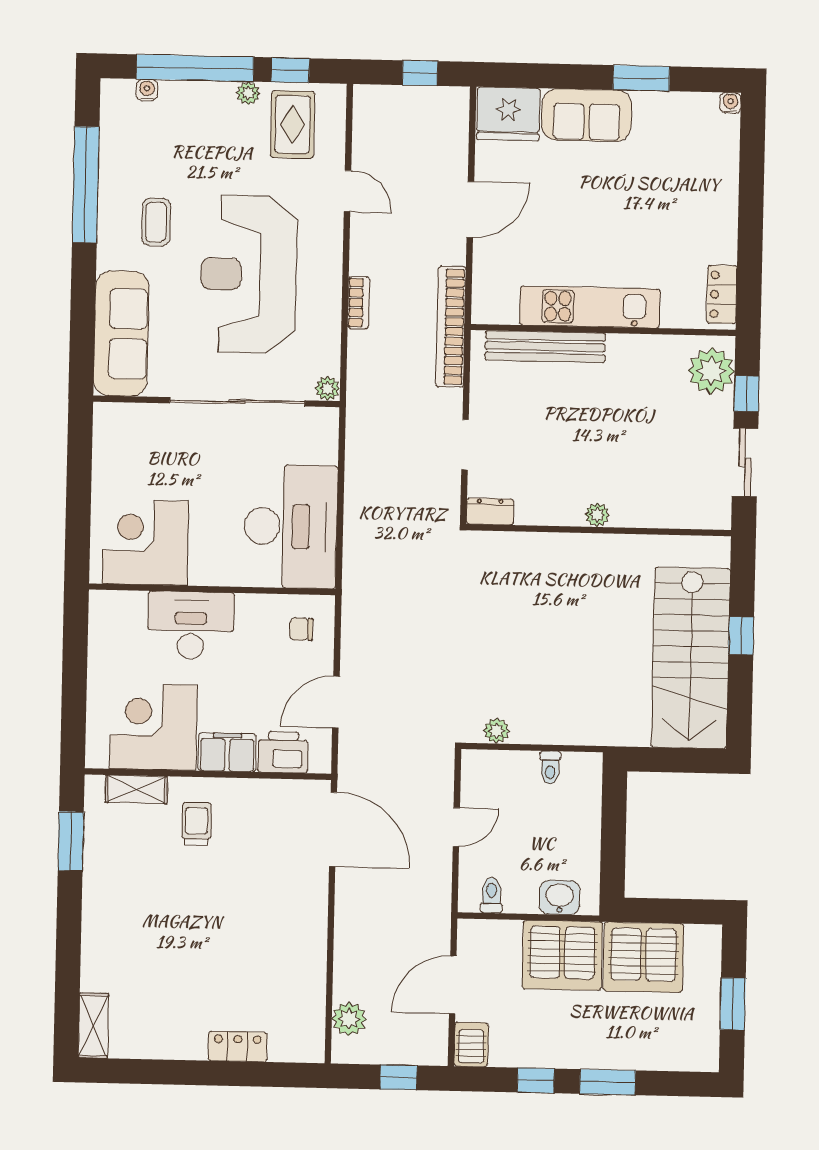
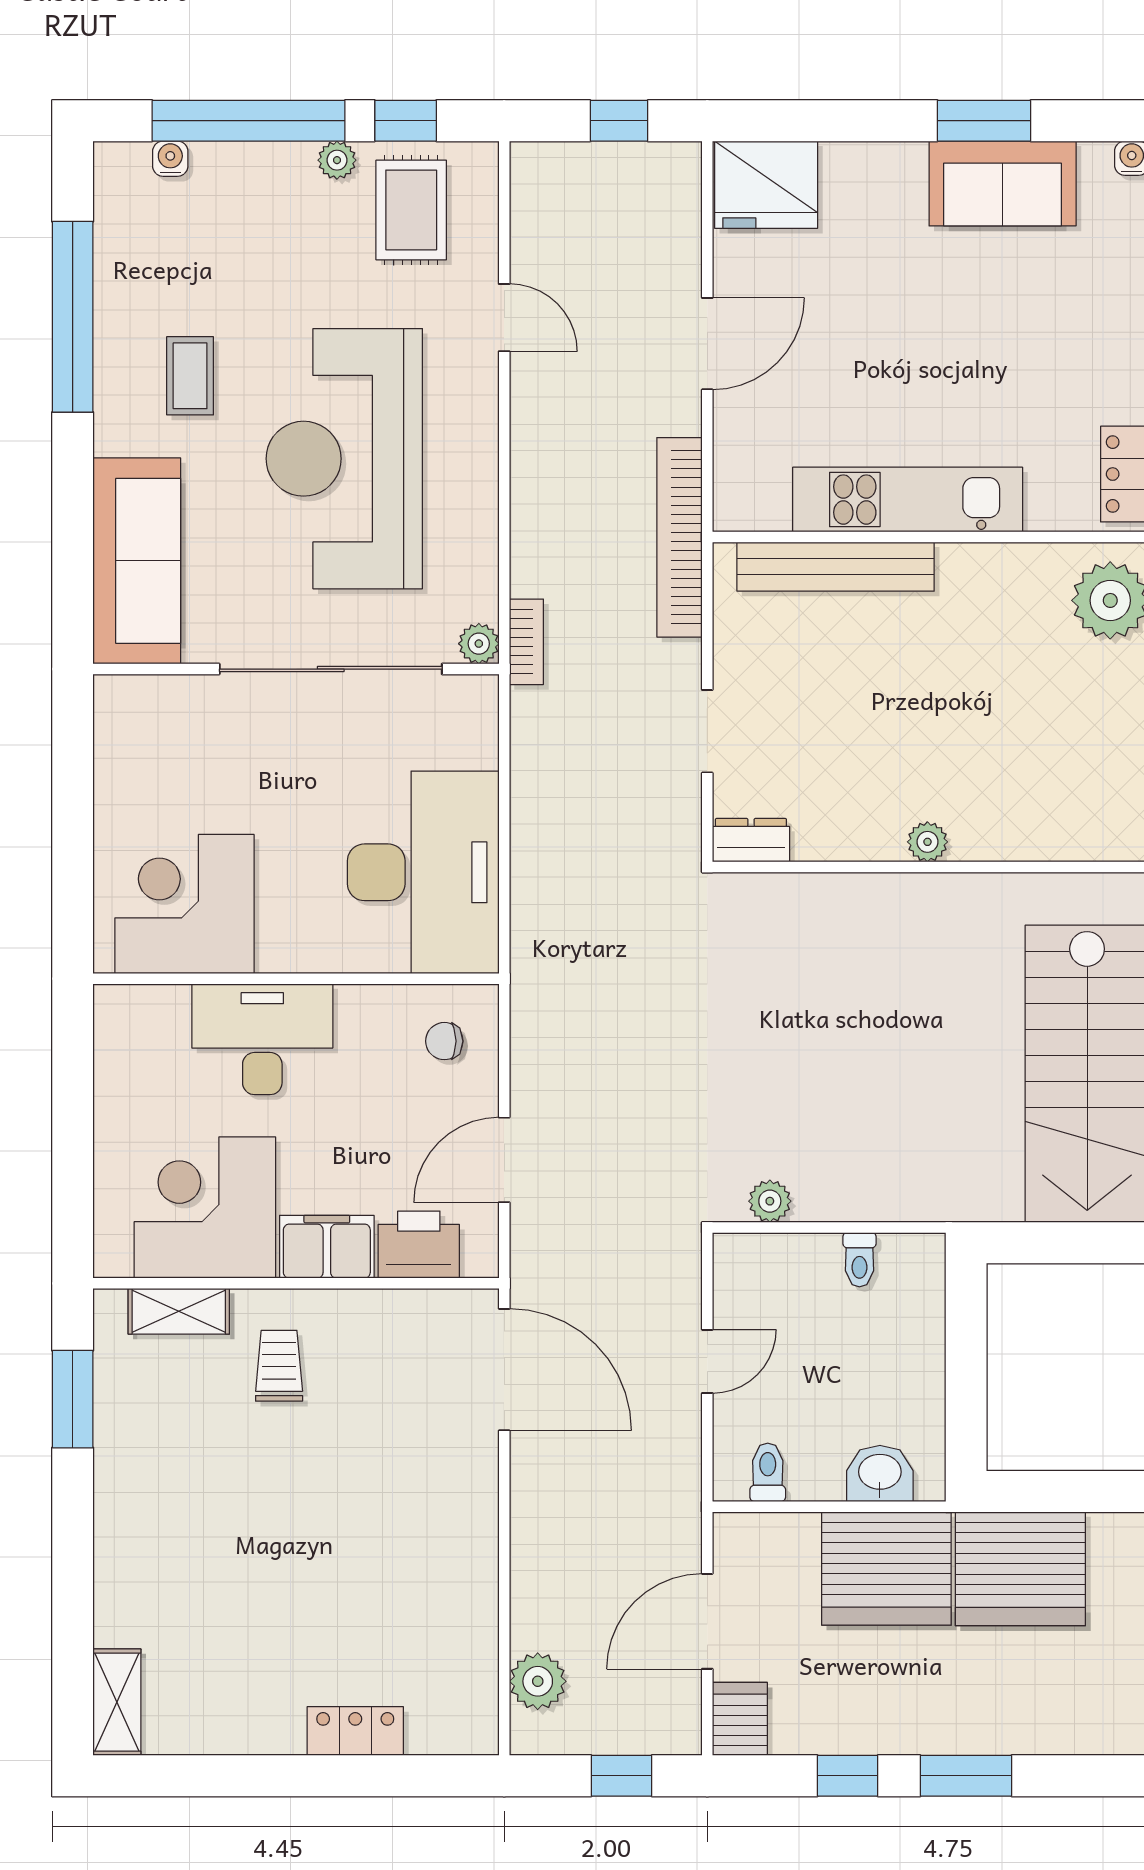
sofa: (587, 115) -> (1003, 184), moved
bookcase: (358, 303) -> (526, 642), moved

